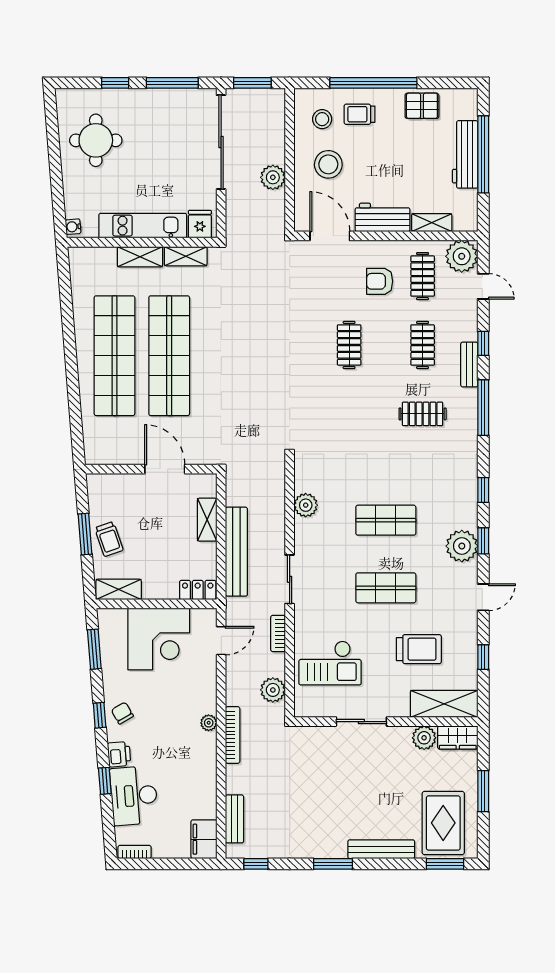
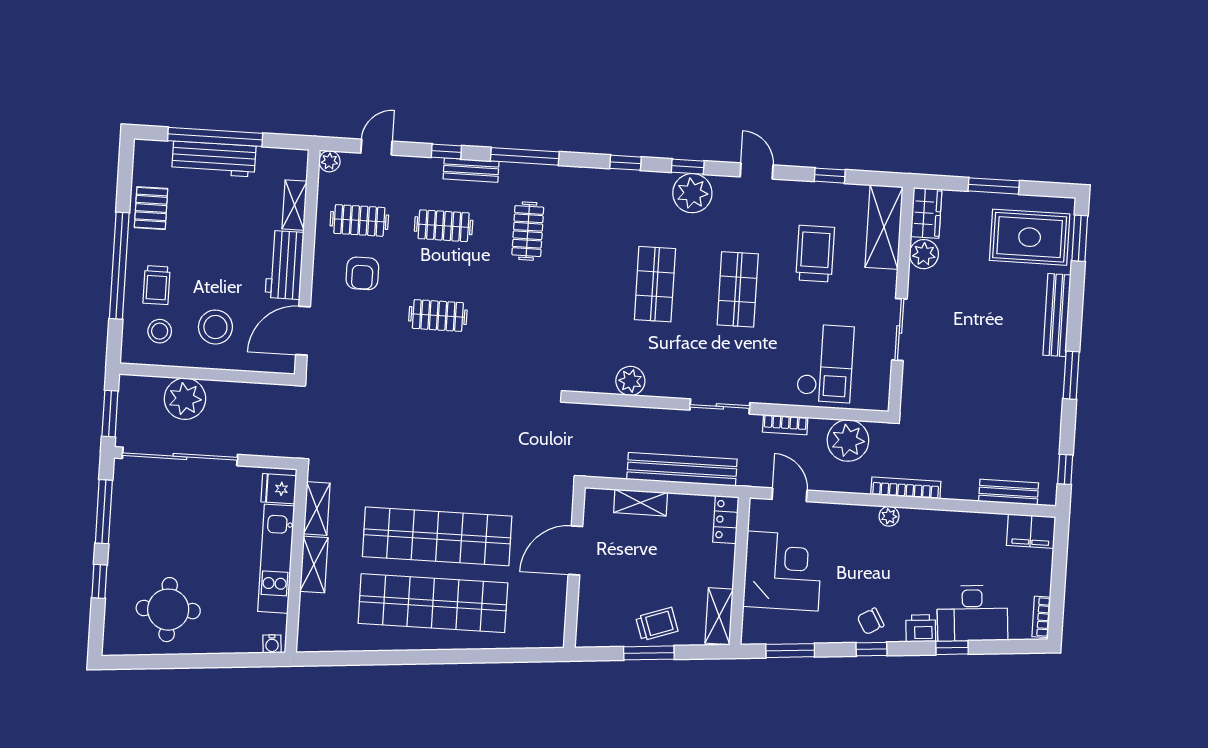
plant: (273, 177) -> (185, 399), moved, width x1.36, depth x1.36
plant: (462, 256) -> (329, 161), width x0.53, depth x0.53
plant: (273, 690) -> (848, 441), width x1.36, depth x1.36

